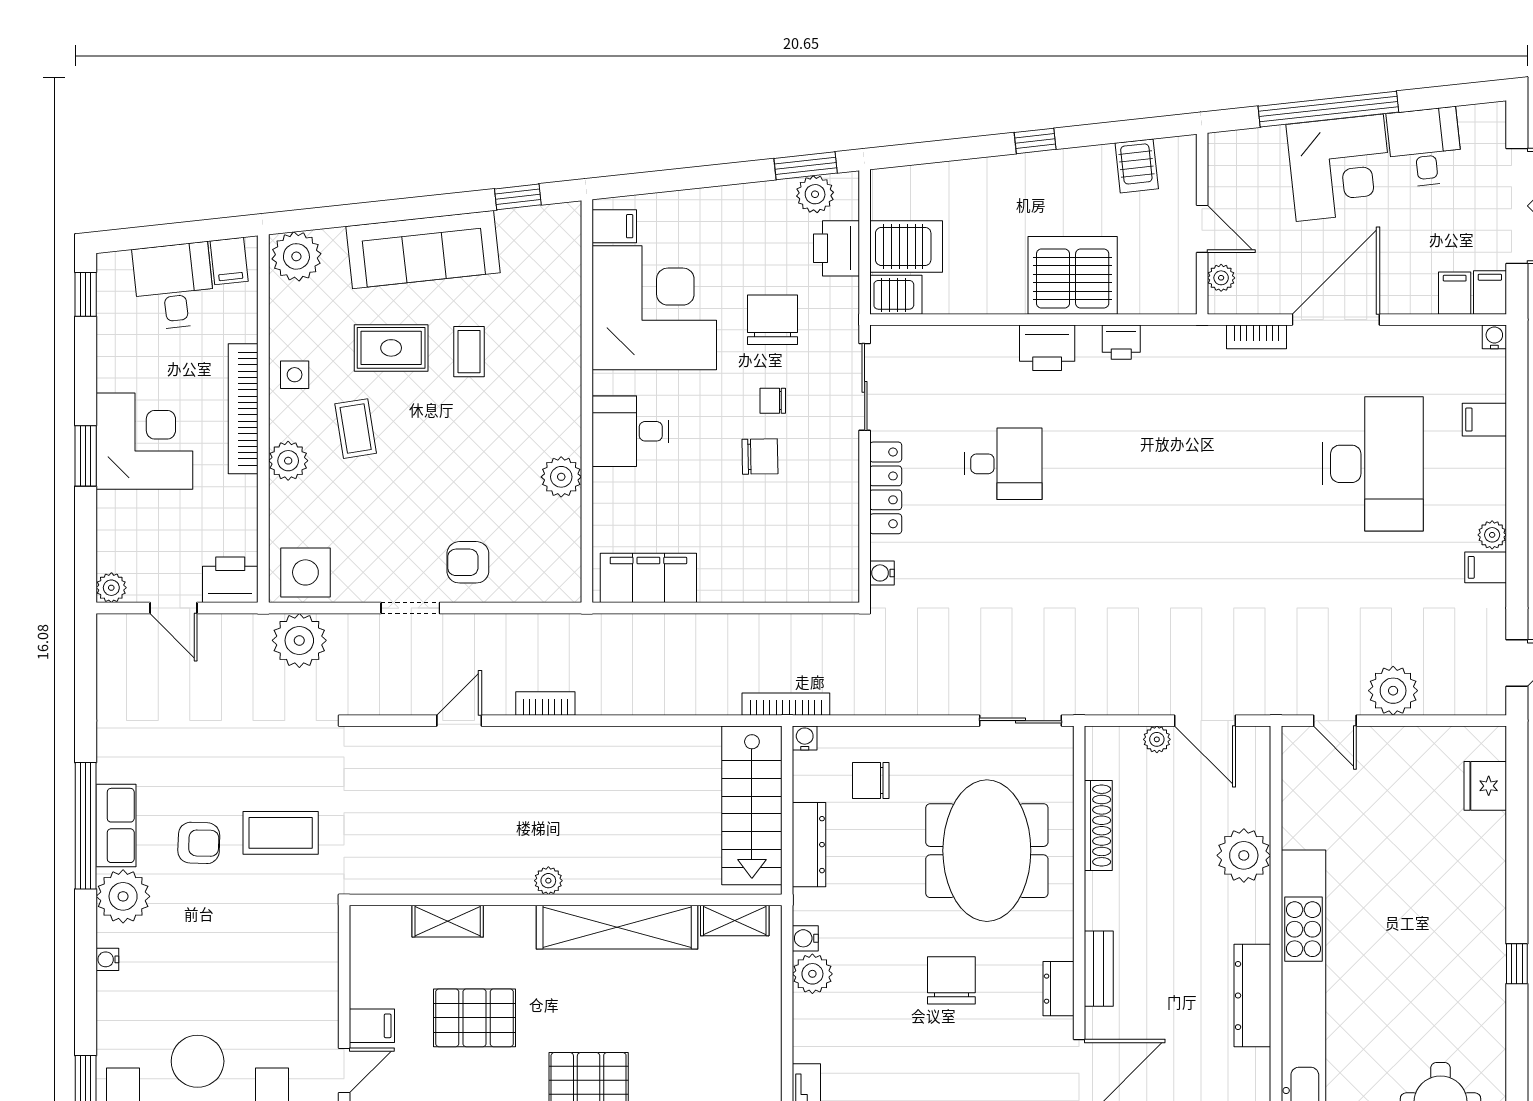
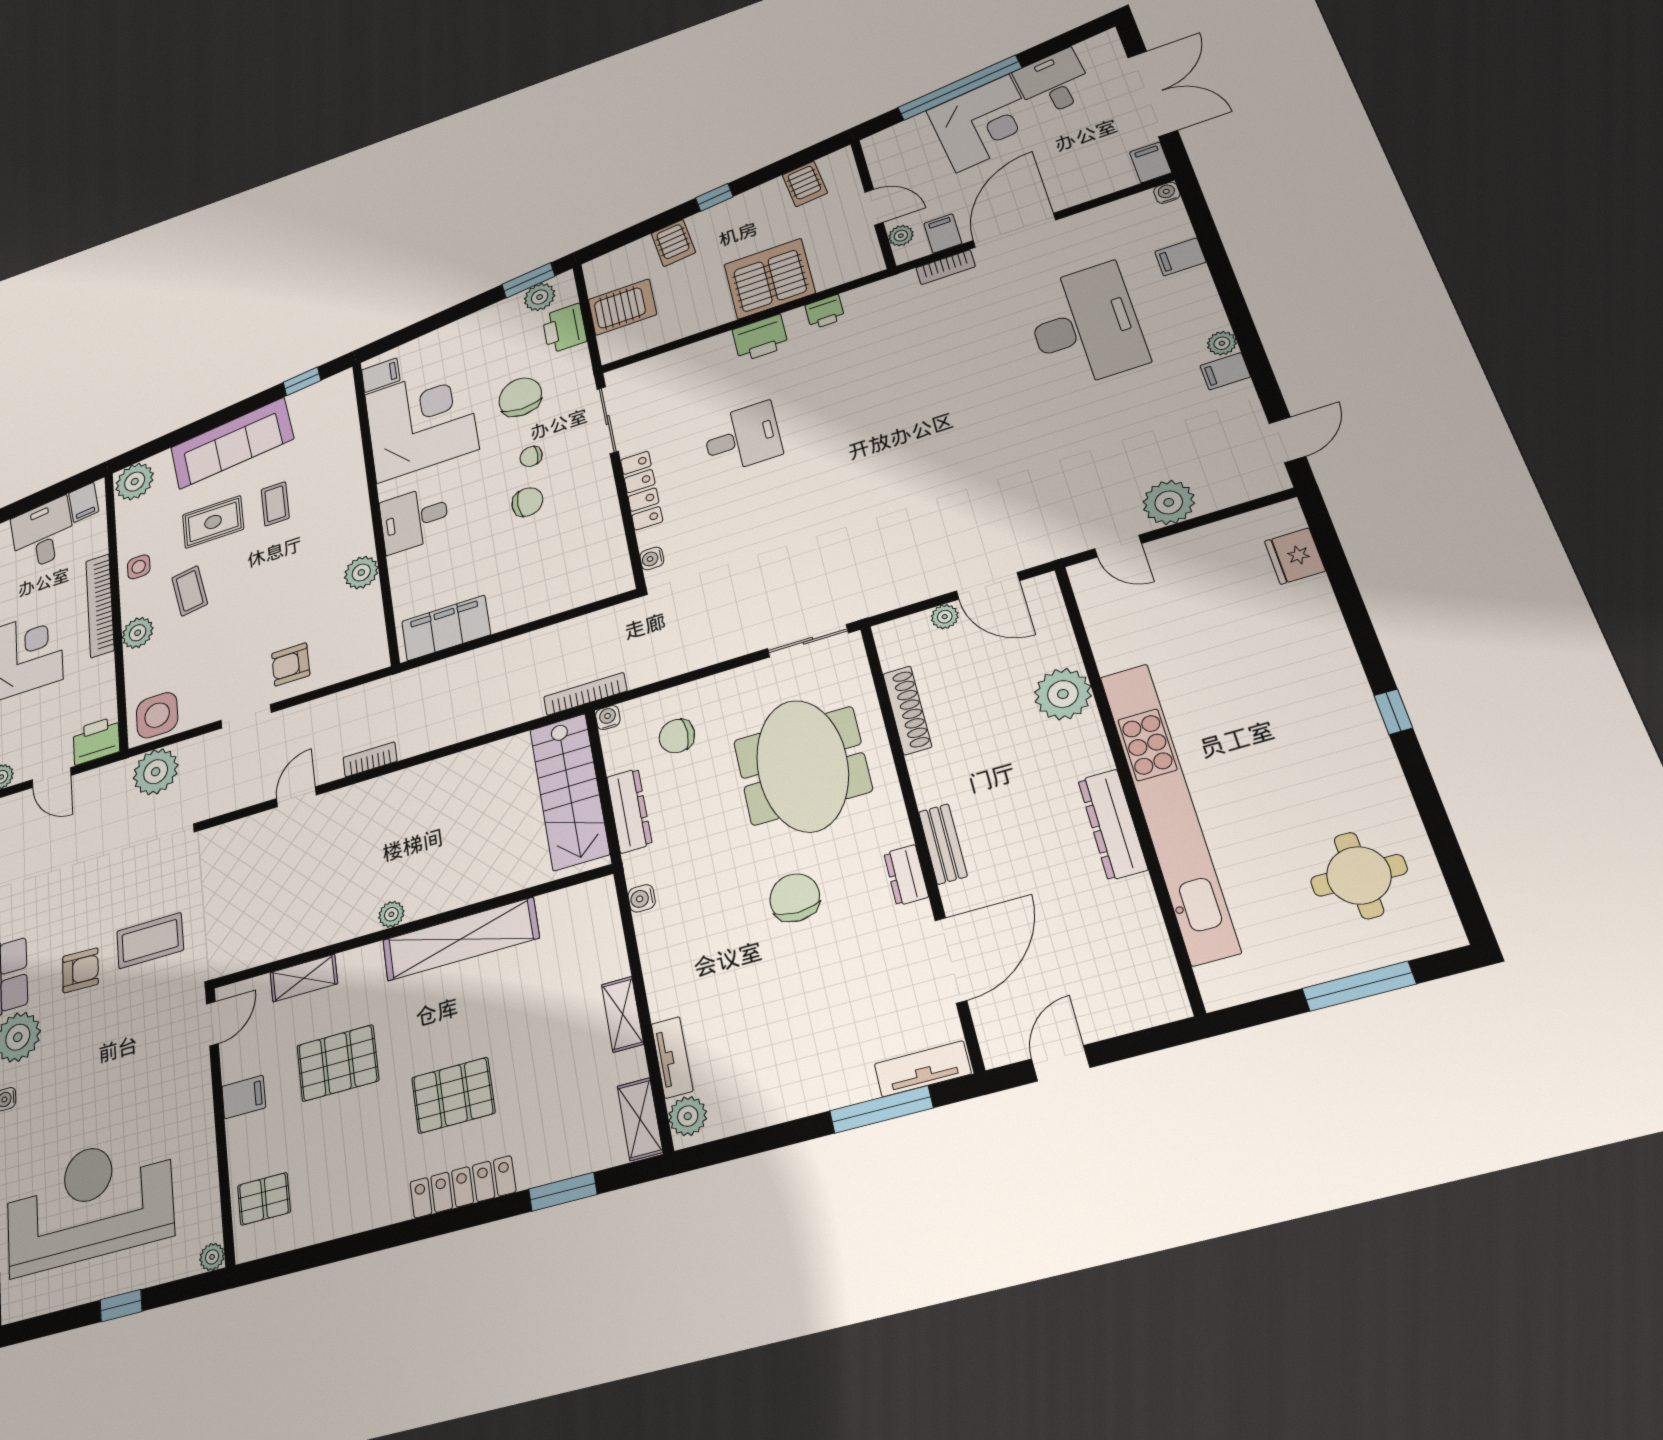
filing cabinet: (1455, 293) -> (943, 233), moved
server rack: (896, 295) -> (673, 243), moved, turned 84
shelving: (735, 921) -> (622, 1014), moved, turned 90
plant: (812, 974) -> (655, 930), removed
door: (344, 1070) -> (212, 1024), moved

